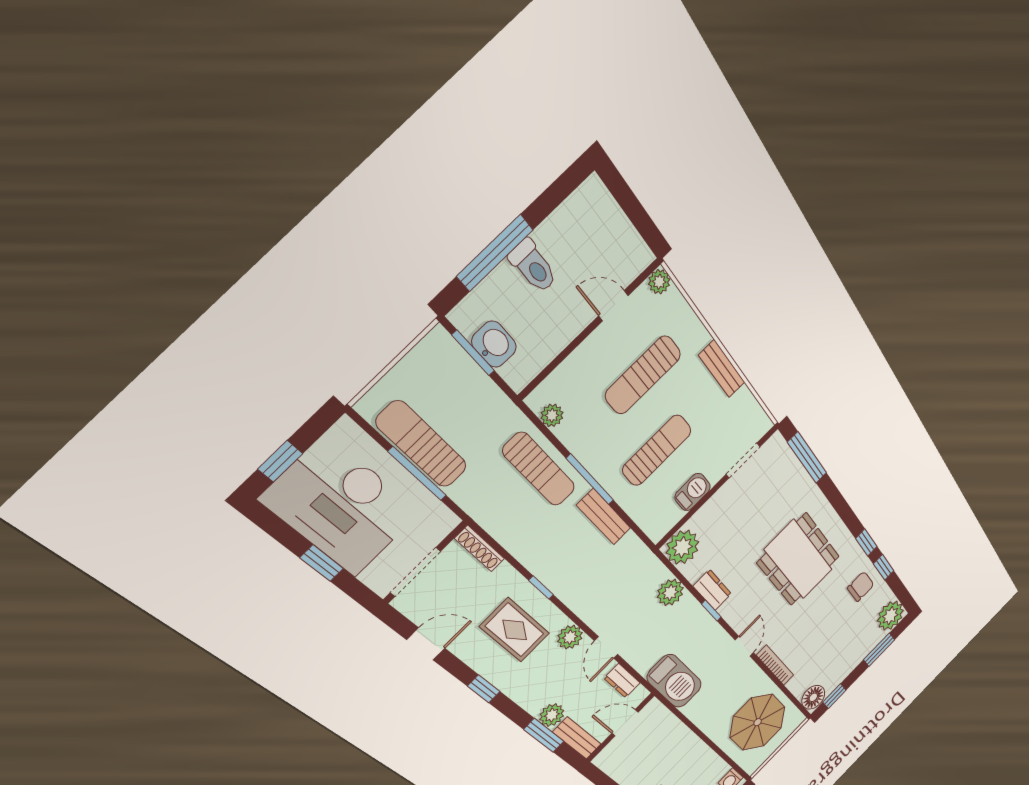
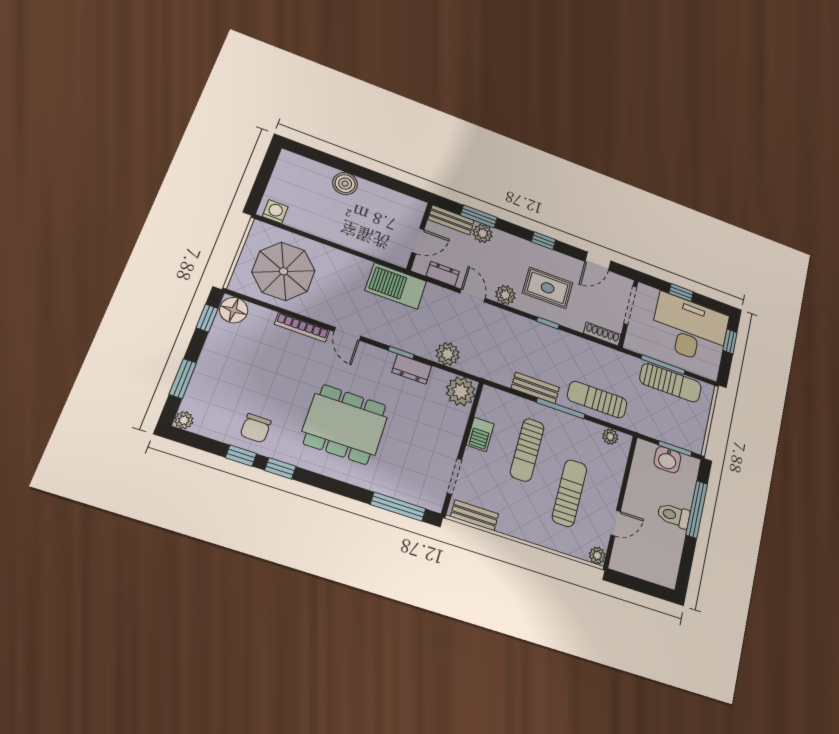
bench: (722, 369) -> (475, 515), moved
plant: (890, 616) -> (184, 420), width x0.53, depth x0.53

